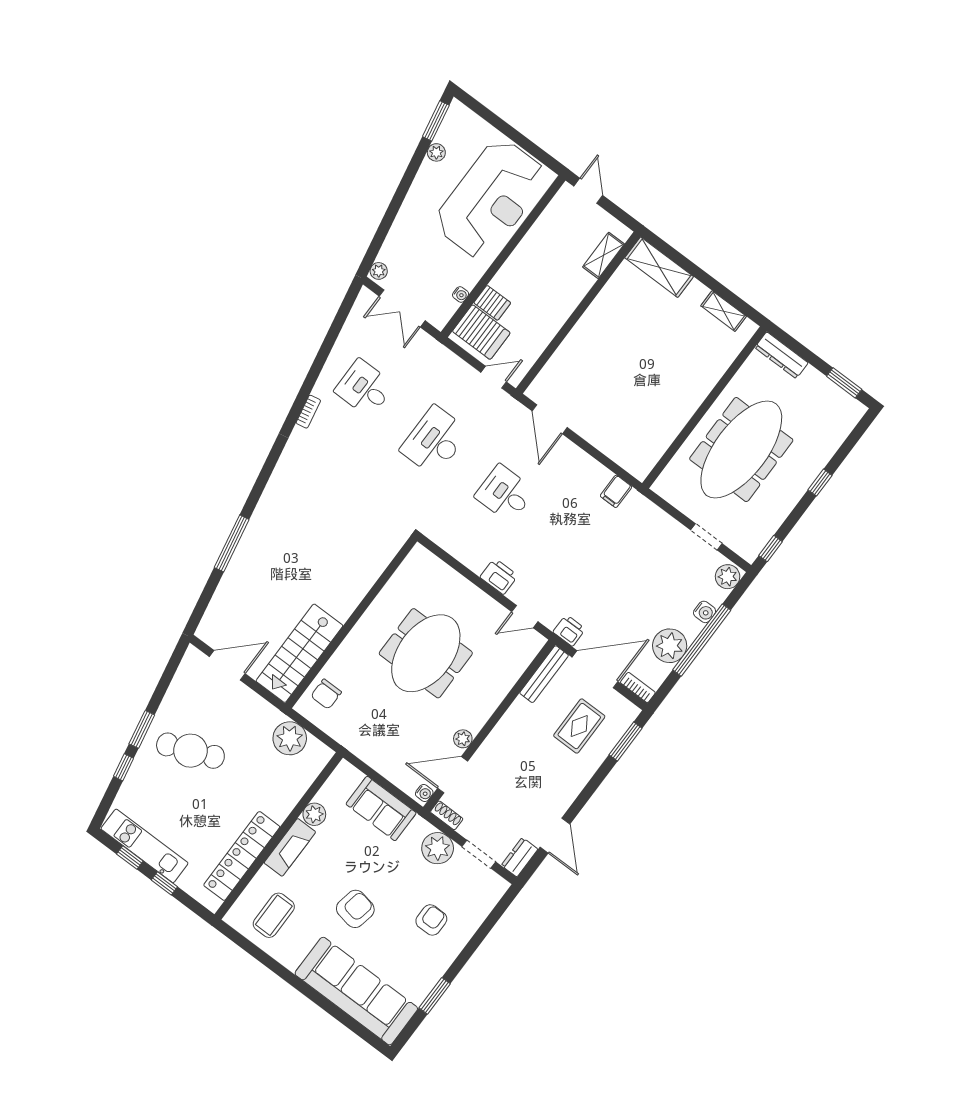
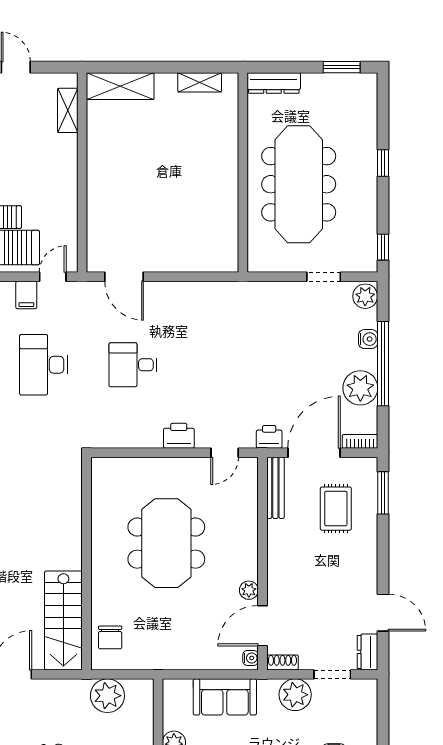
filing cabinet: (616, 491) -> (26, 295), moved

